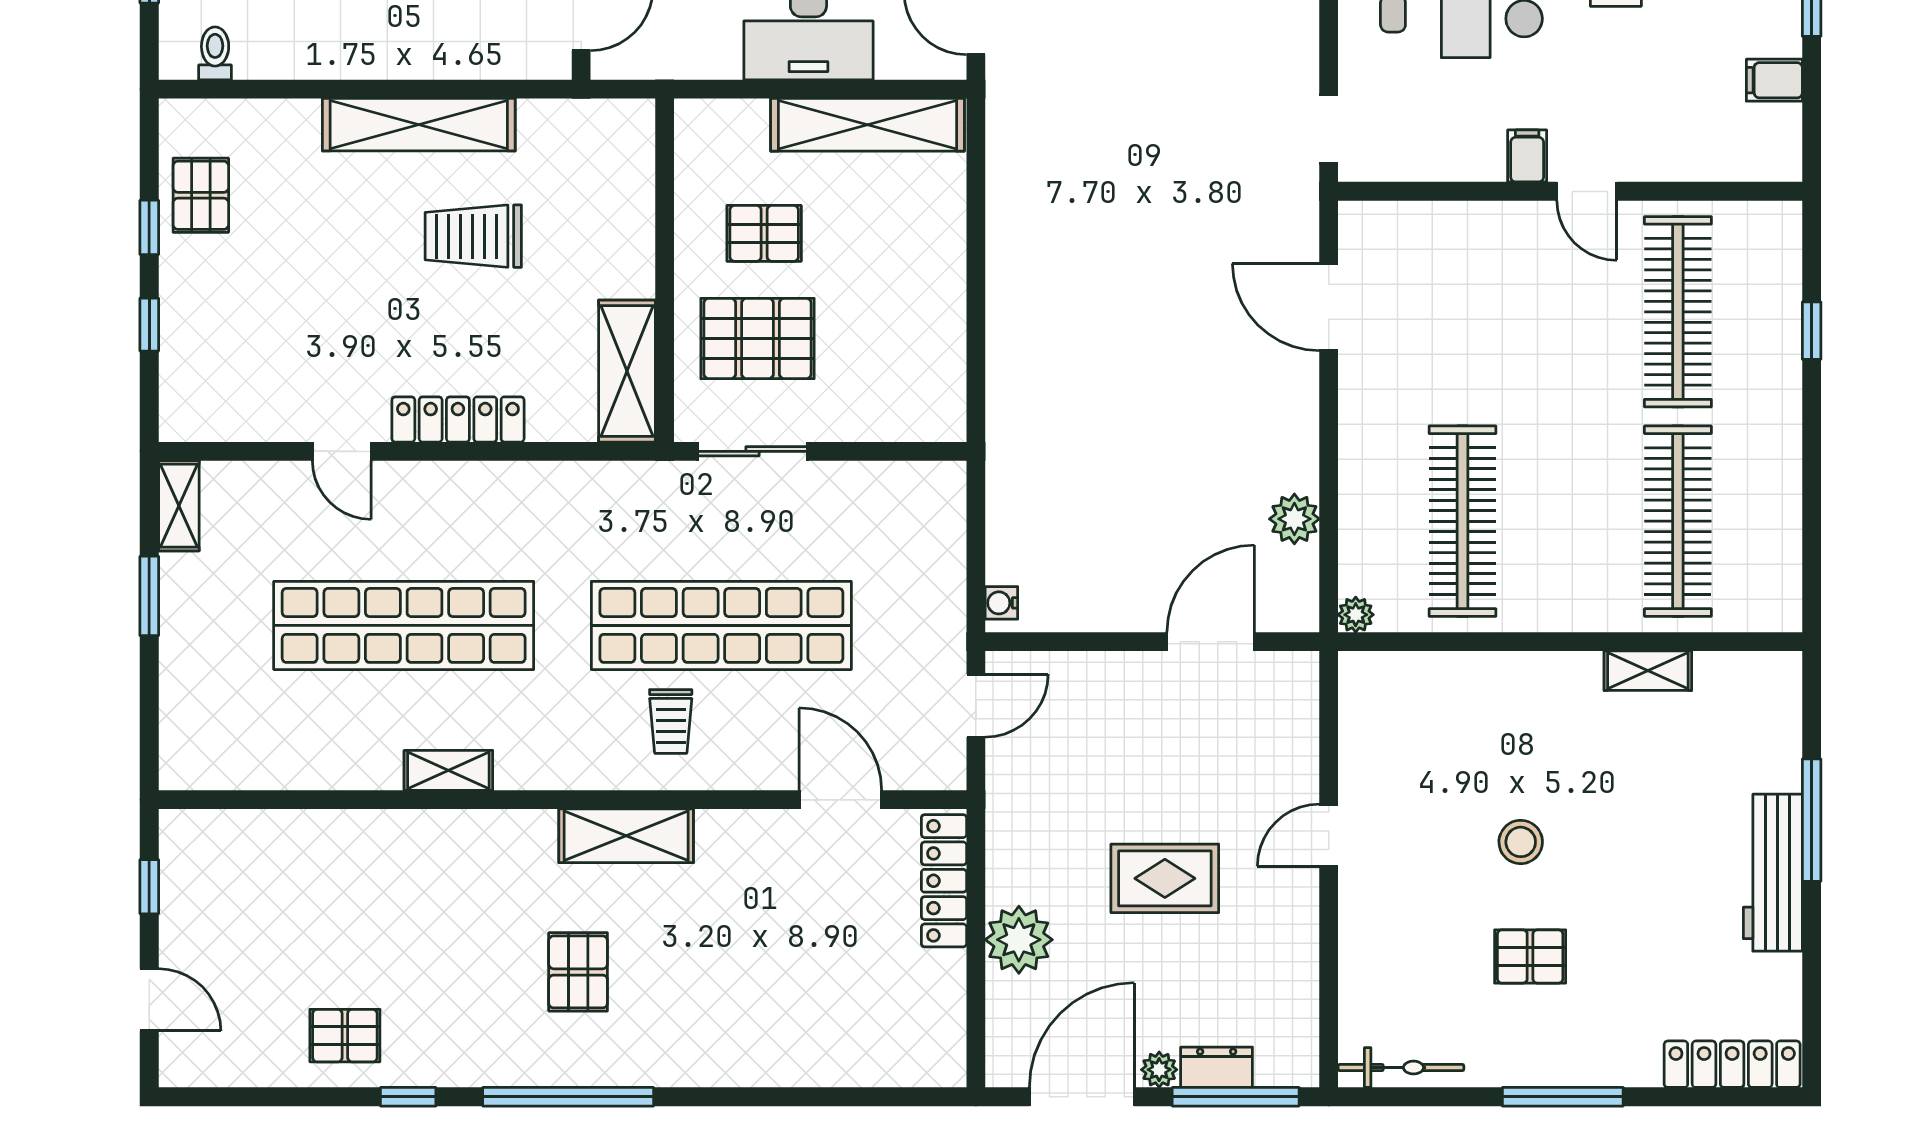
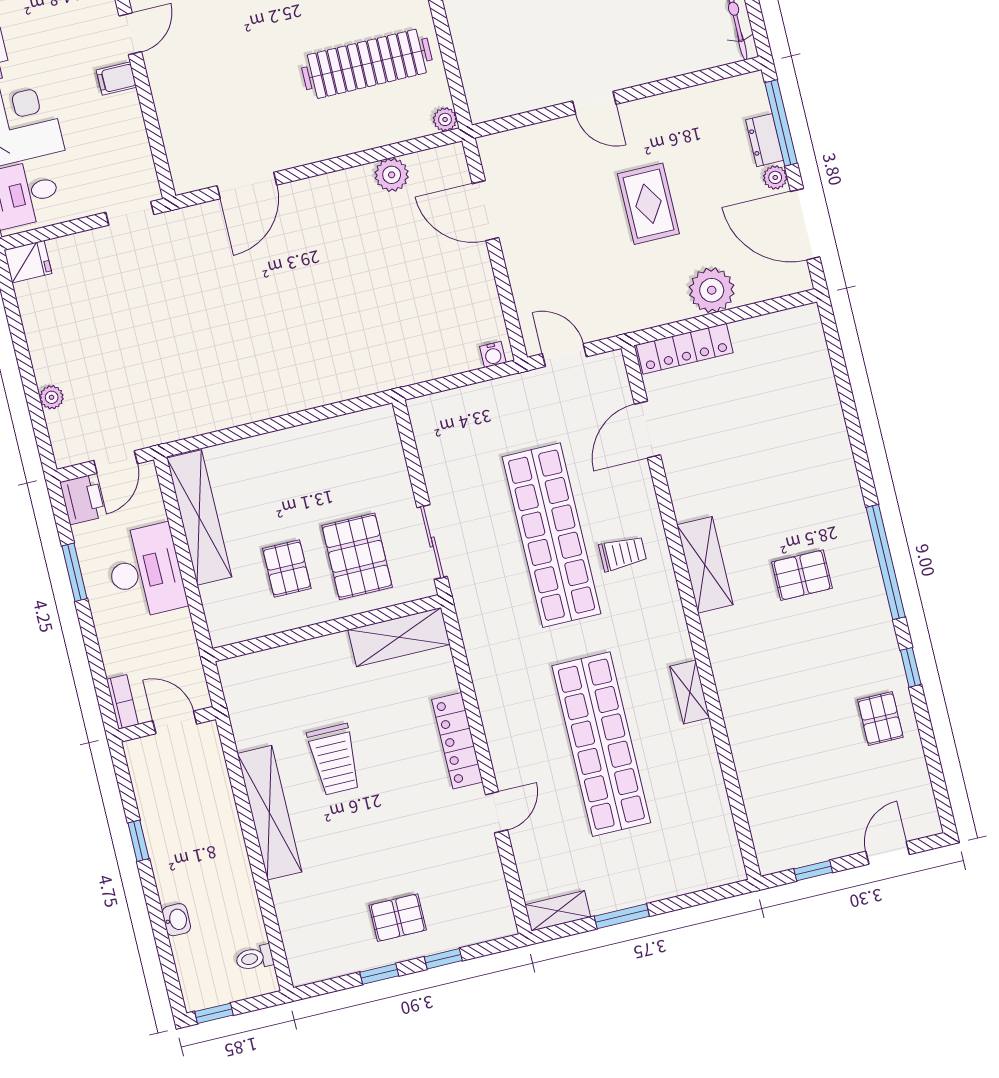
pallet: (201, 195) -> (398, 918), moved

